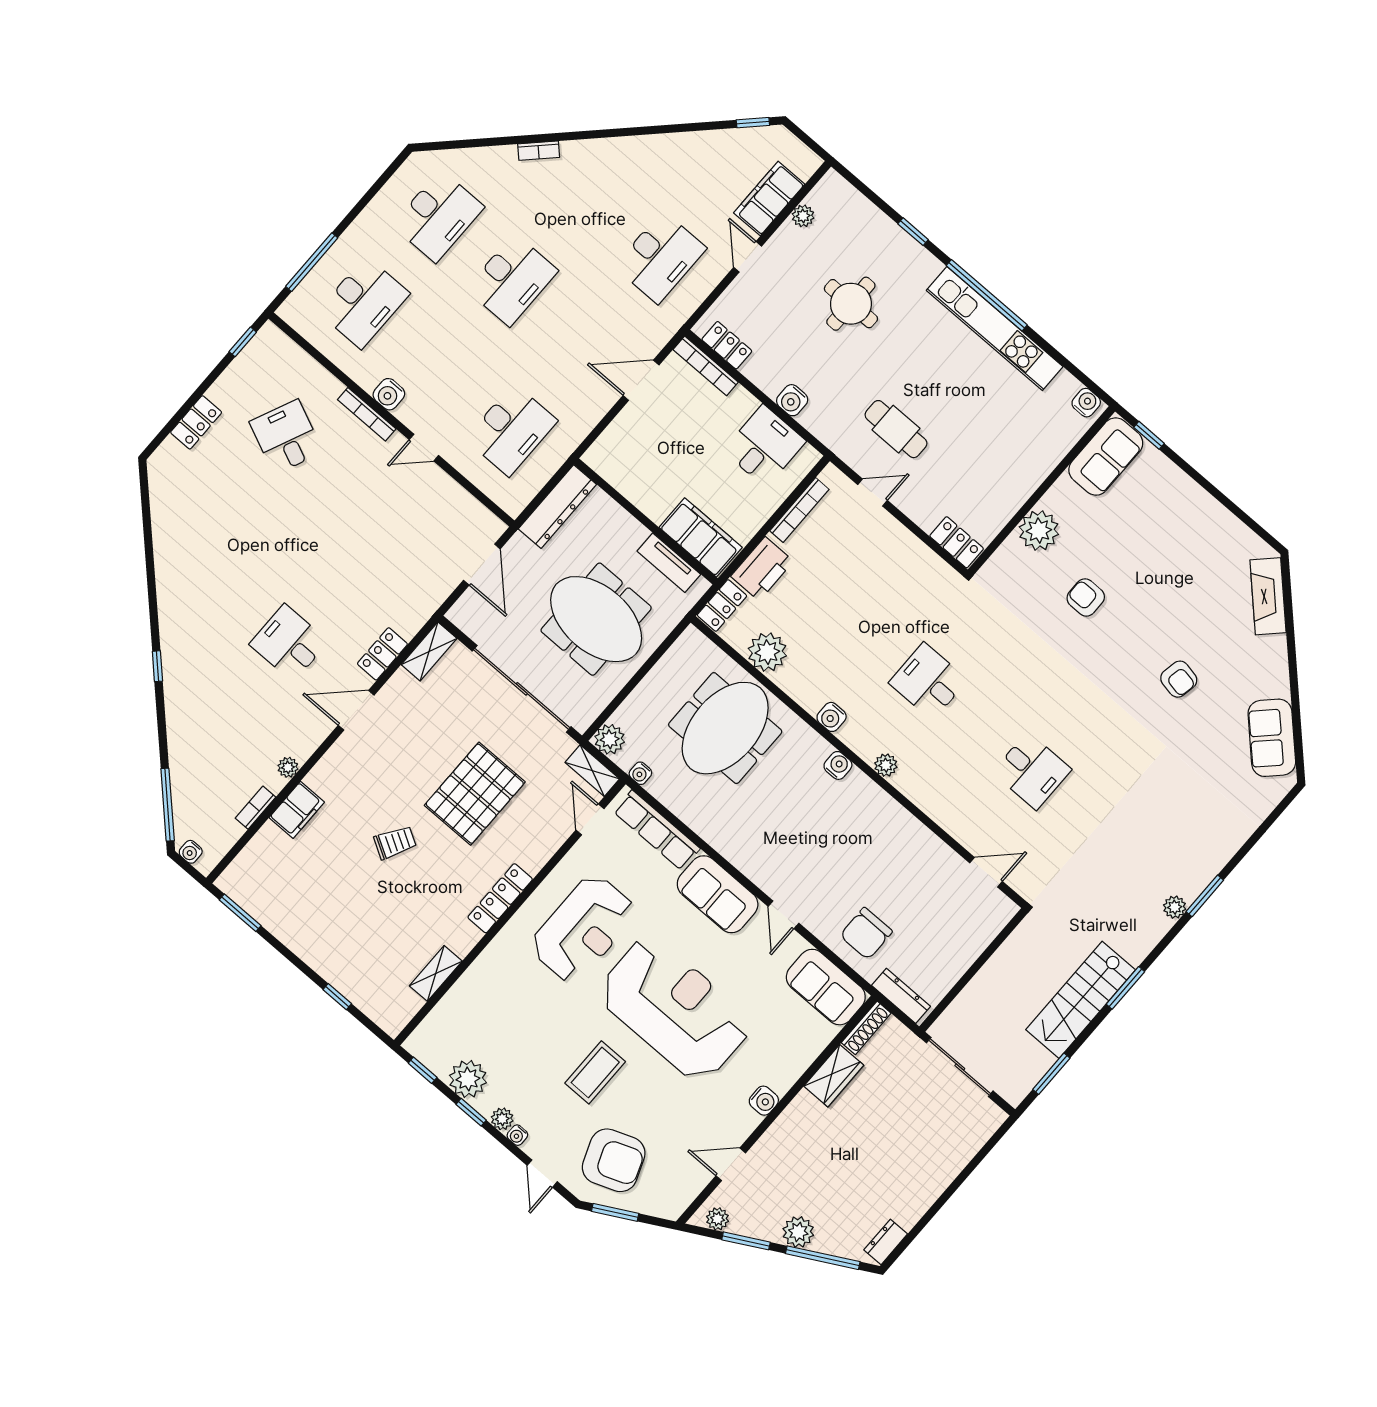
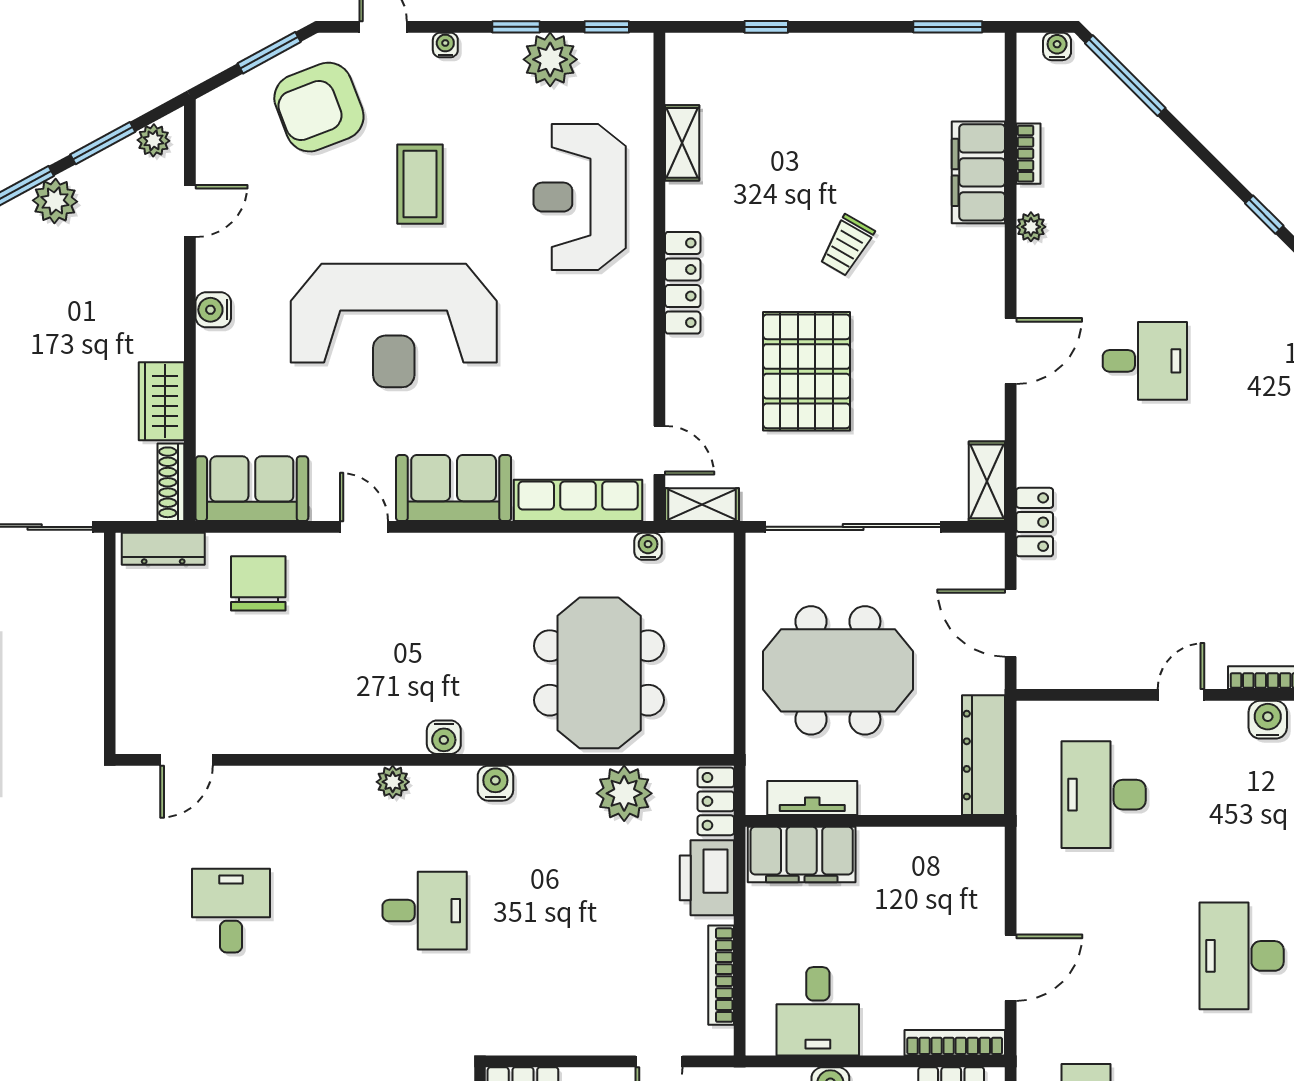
locker: (382, 654) -> (1035, 522), moved
plant: (610, 739) -> (712, 554), removed
desk: (1032, 771) -> (231, 911), turned 90
filing cabinet: (297, 810) -> (978, 172), width x1.50, depth x1.17
reception desk: (583, 929) -> (580, 197), moved
plant: (502, 1119) -> (477, 48), removed

